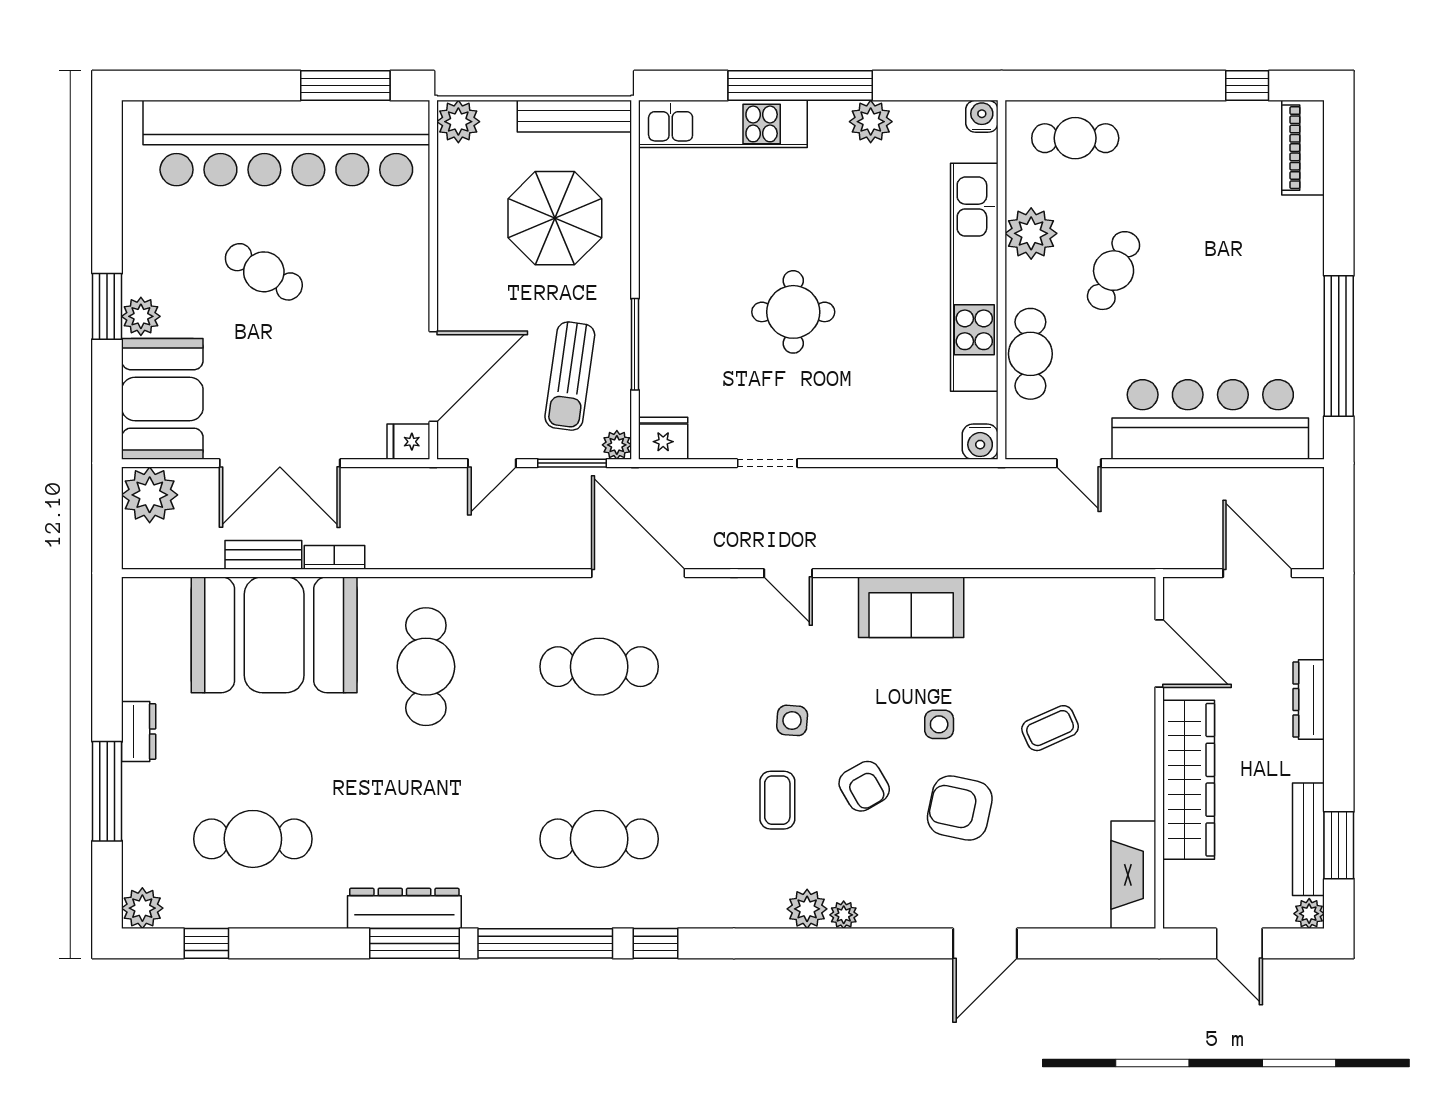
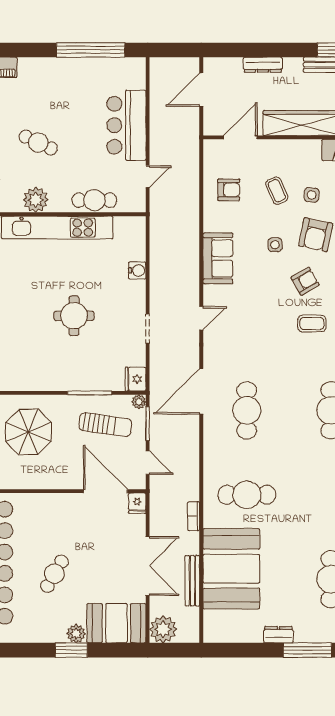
cafe table: (1114, 271) -> (38, 143), moved
bar counter: (1210, 420) -> (126, 125), width x0.73
water cooler: (980, 442) -> (137, 270), moved
bench: (263, 555) -> (192, 581), width x1.36
bookcase: (334, 557) -> (194, 516), moved
armchair: (1052, 629) -> (229, 190), added
side table: (792, 720) -> (312, 195), moved

